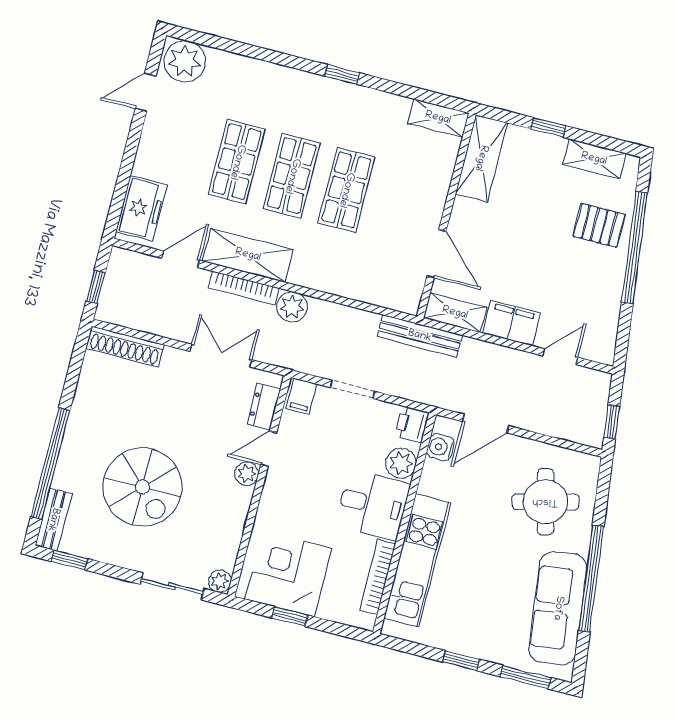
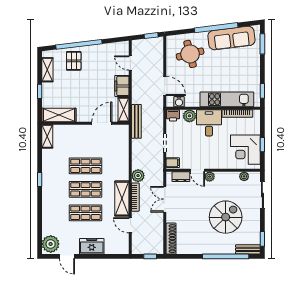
freezer: (141, 208) -> (92, 246), moved
plant: (220, 581) -> (244, 176), moved
window: (461, 661) -> (262, 91), moved

